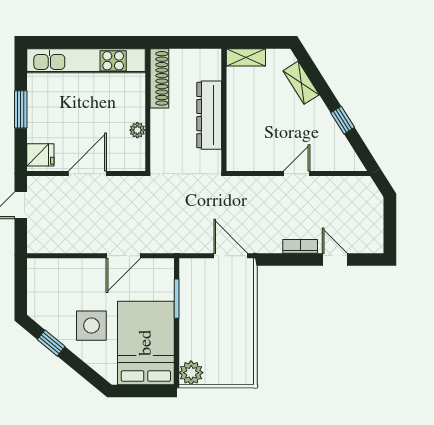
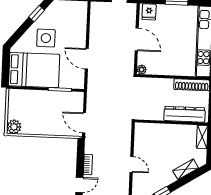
dresser: (209, 115) -> (185, 114), moved
plant: (137, 130) -> (142, 70), moved
door: (231, 256) -> (84, 123), swing flipped
plant: (191, 373) -> (14, 127), moved

